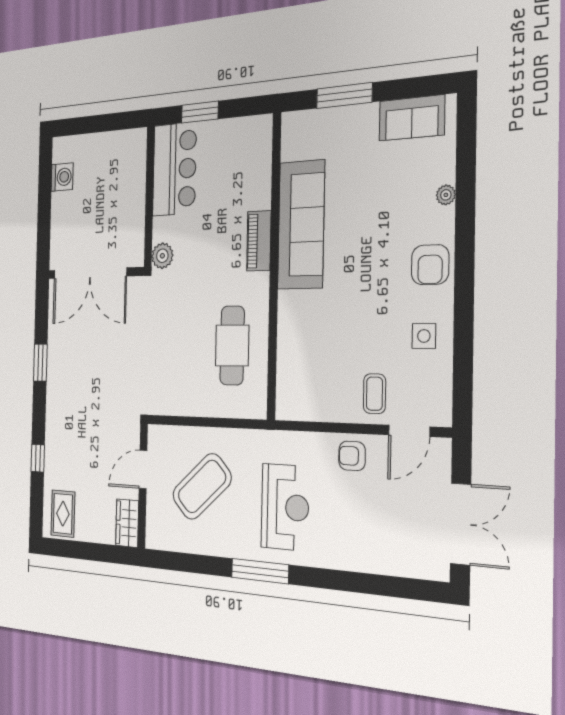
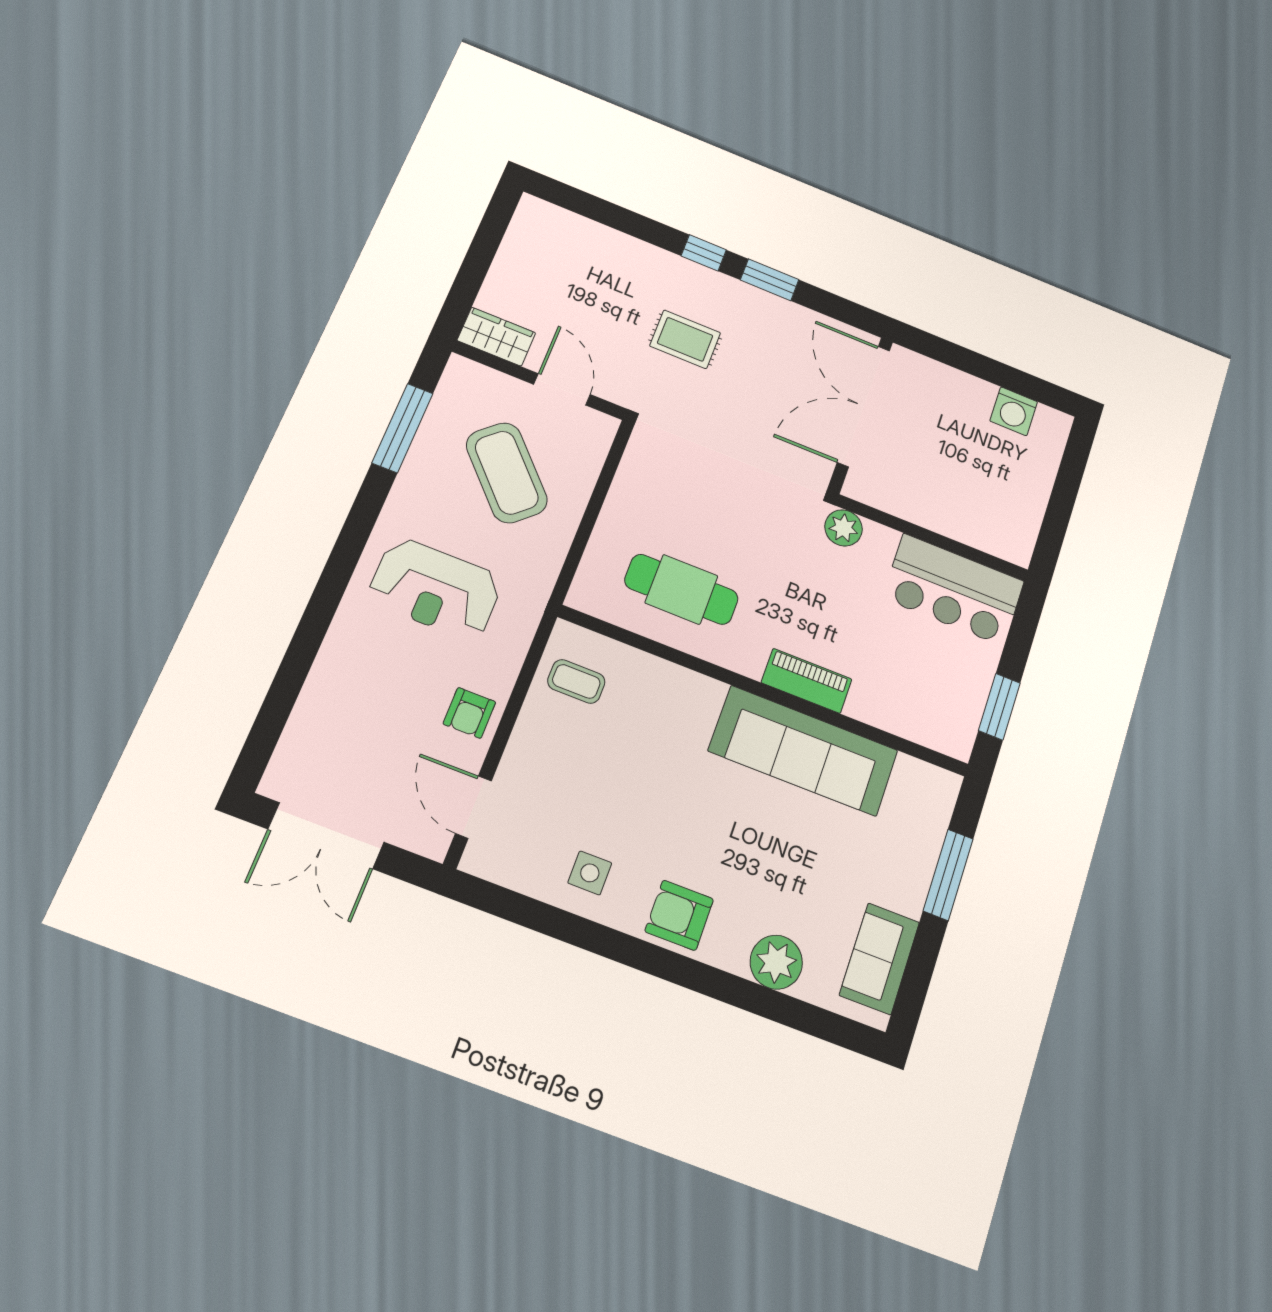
window: (200, 112) -> (999, 707), moved
plant: (446, 195) -> (776, 962), width x1.87, depth x1.87
coffee table: (374, 394) -> (576, 681), moved
armchair: (352, 456) -> (469, 713), turned 180
window: (38, 458) -> (704, 253), moved
rug: (63, 514) -> (685, 339), moved
window: (260, 571) -> (403, 428), moved

